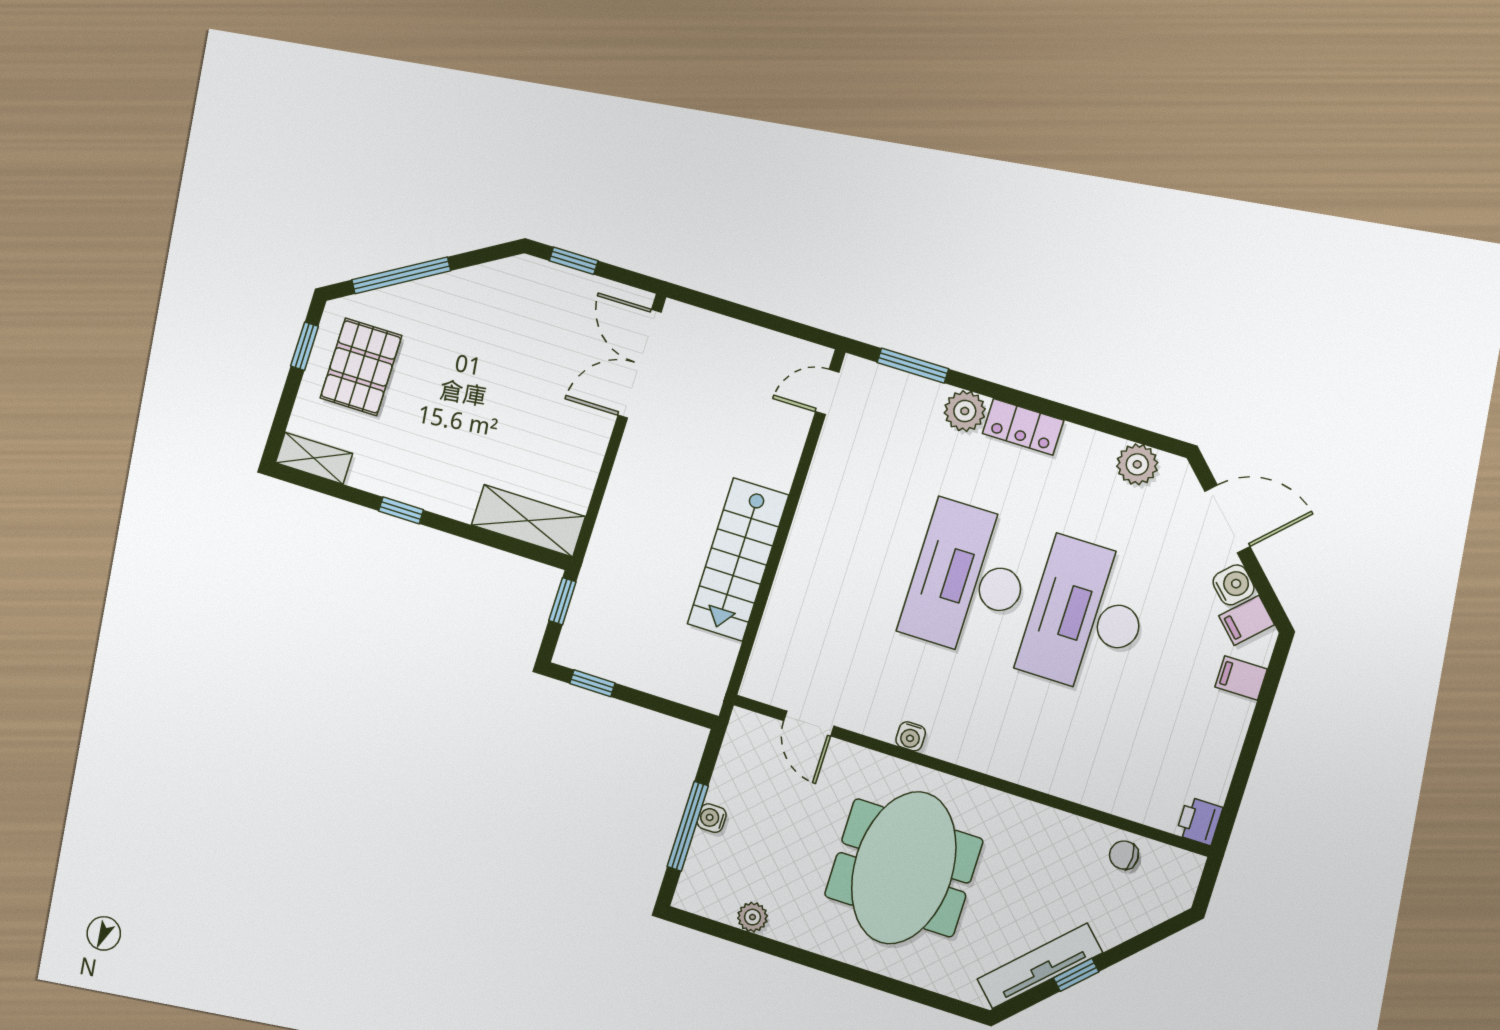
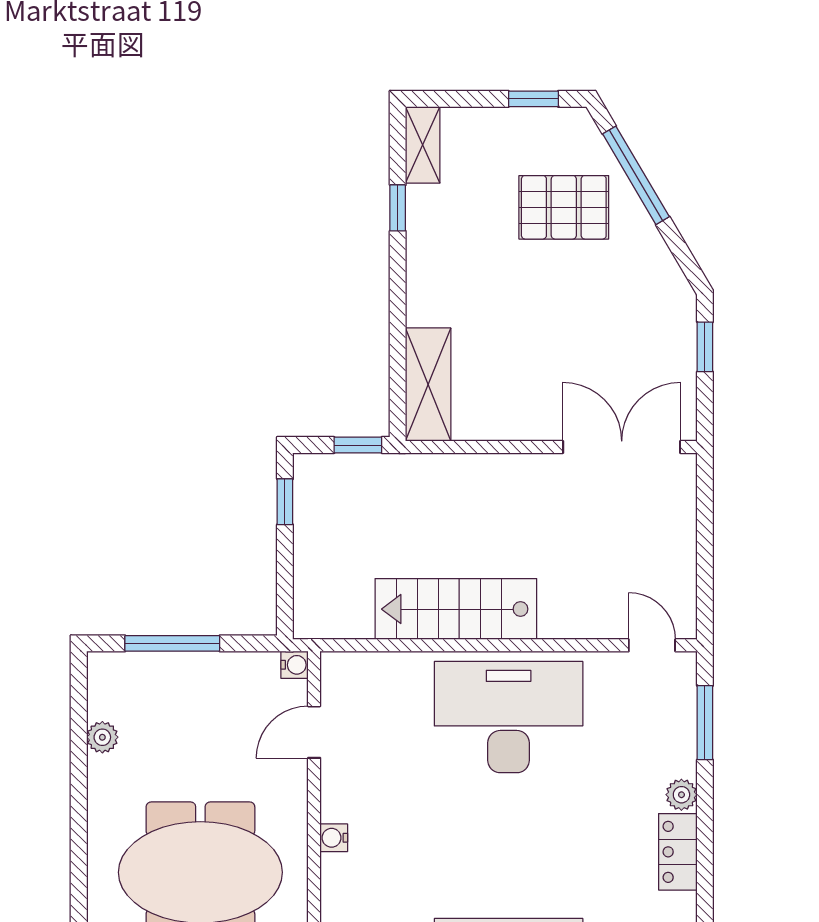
pallet: (361, 367) -> (564, 207), moved
plant: (965, 411) -> (681, 795), width x0.73, depth x0.73
window: (401, 510) -> (398, 208), moved
desk: (968, 579) -> (509, 717), moved
water cooler: (712, 818) -> (295, 665), moved, turned 90

